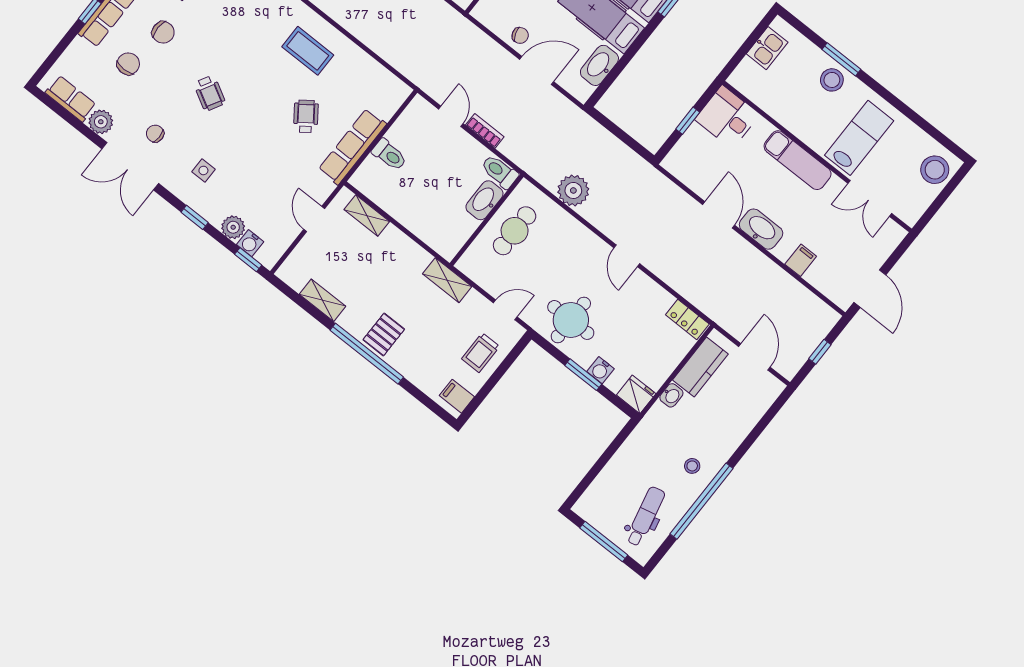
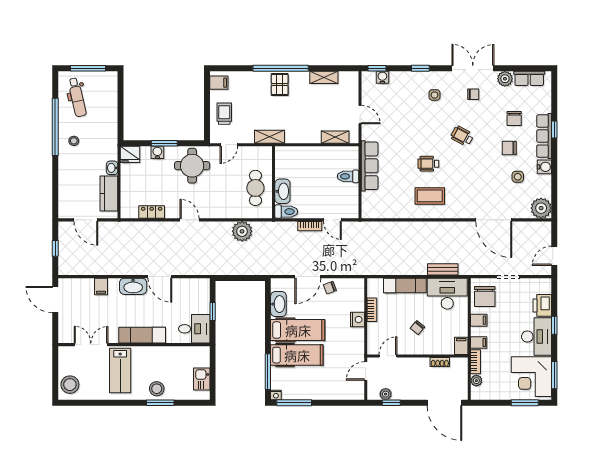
wheelchair: (306, 116) -> (428, 164), moved, turned 126
plant: (233, 227) -> (397, 78), removed
locker: (687, 319) -> (152, 212), moved

